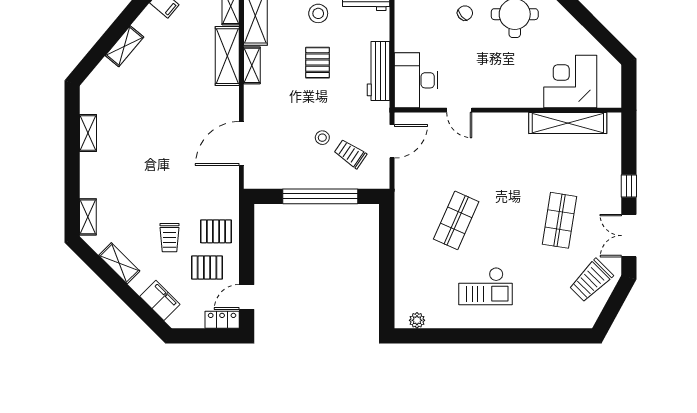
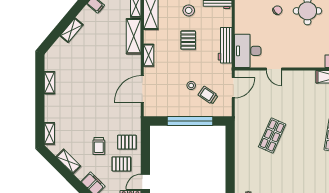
shelving: (252, 65) -> (149, 55), moved
checkout: (485, 286) -> (290, 175), removed

